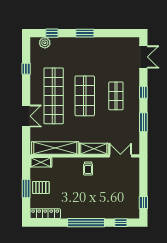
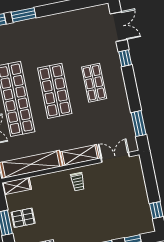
window: (85, 33) -> (24, 15), moved
window: (143, 92) -> (125, 58), moved
window: (143, 122) -> (139, 124), moved

